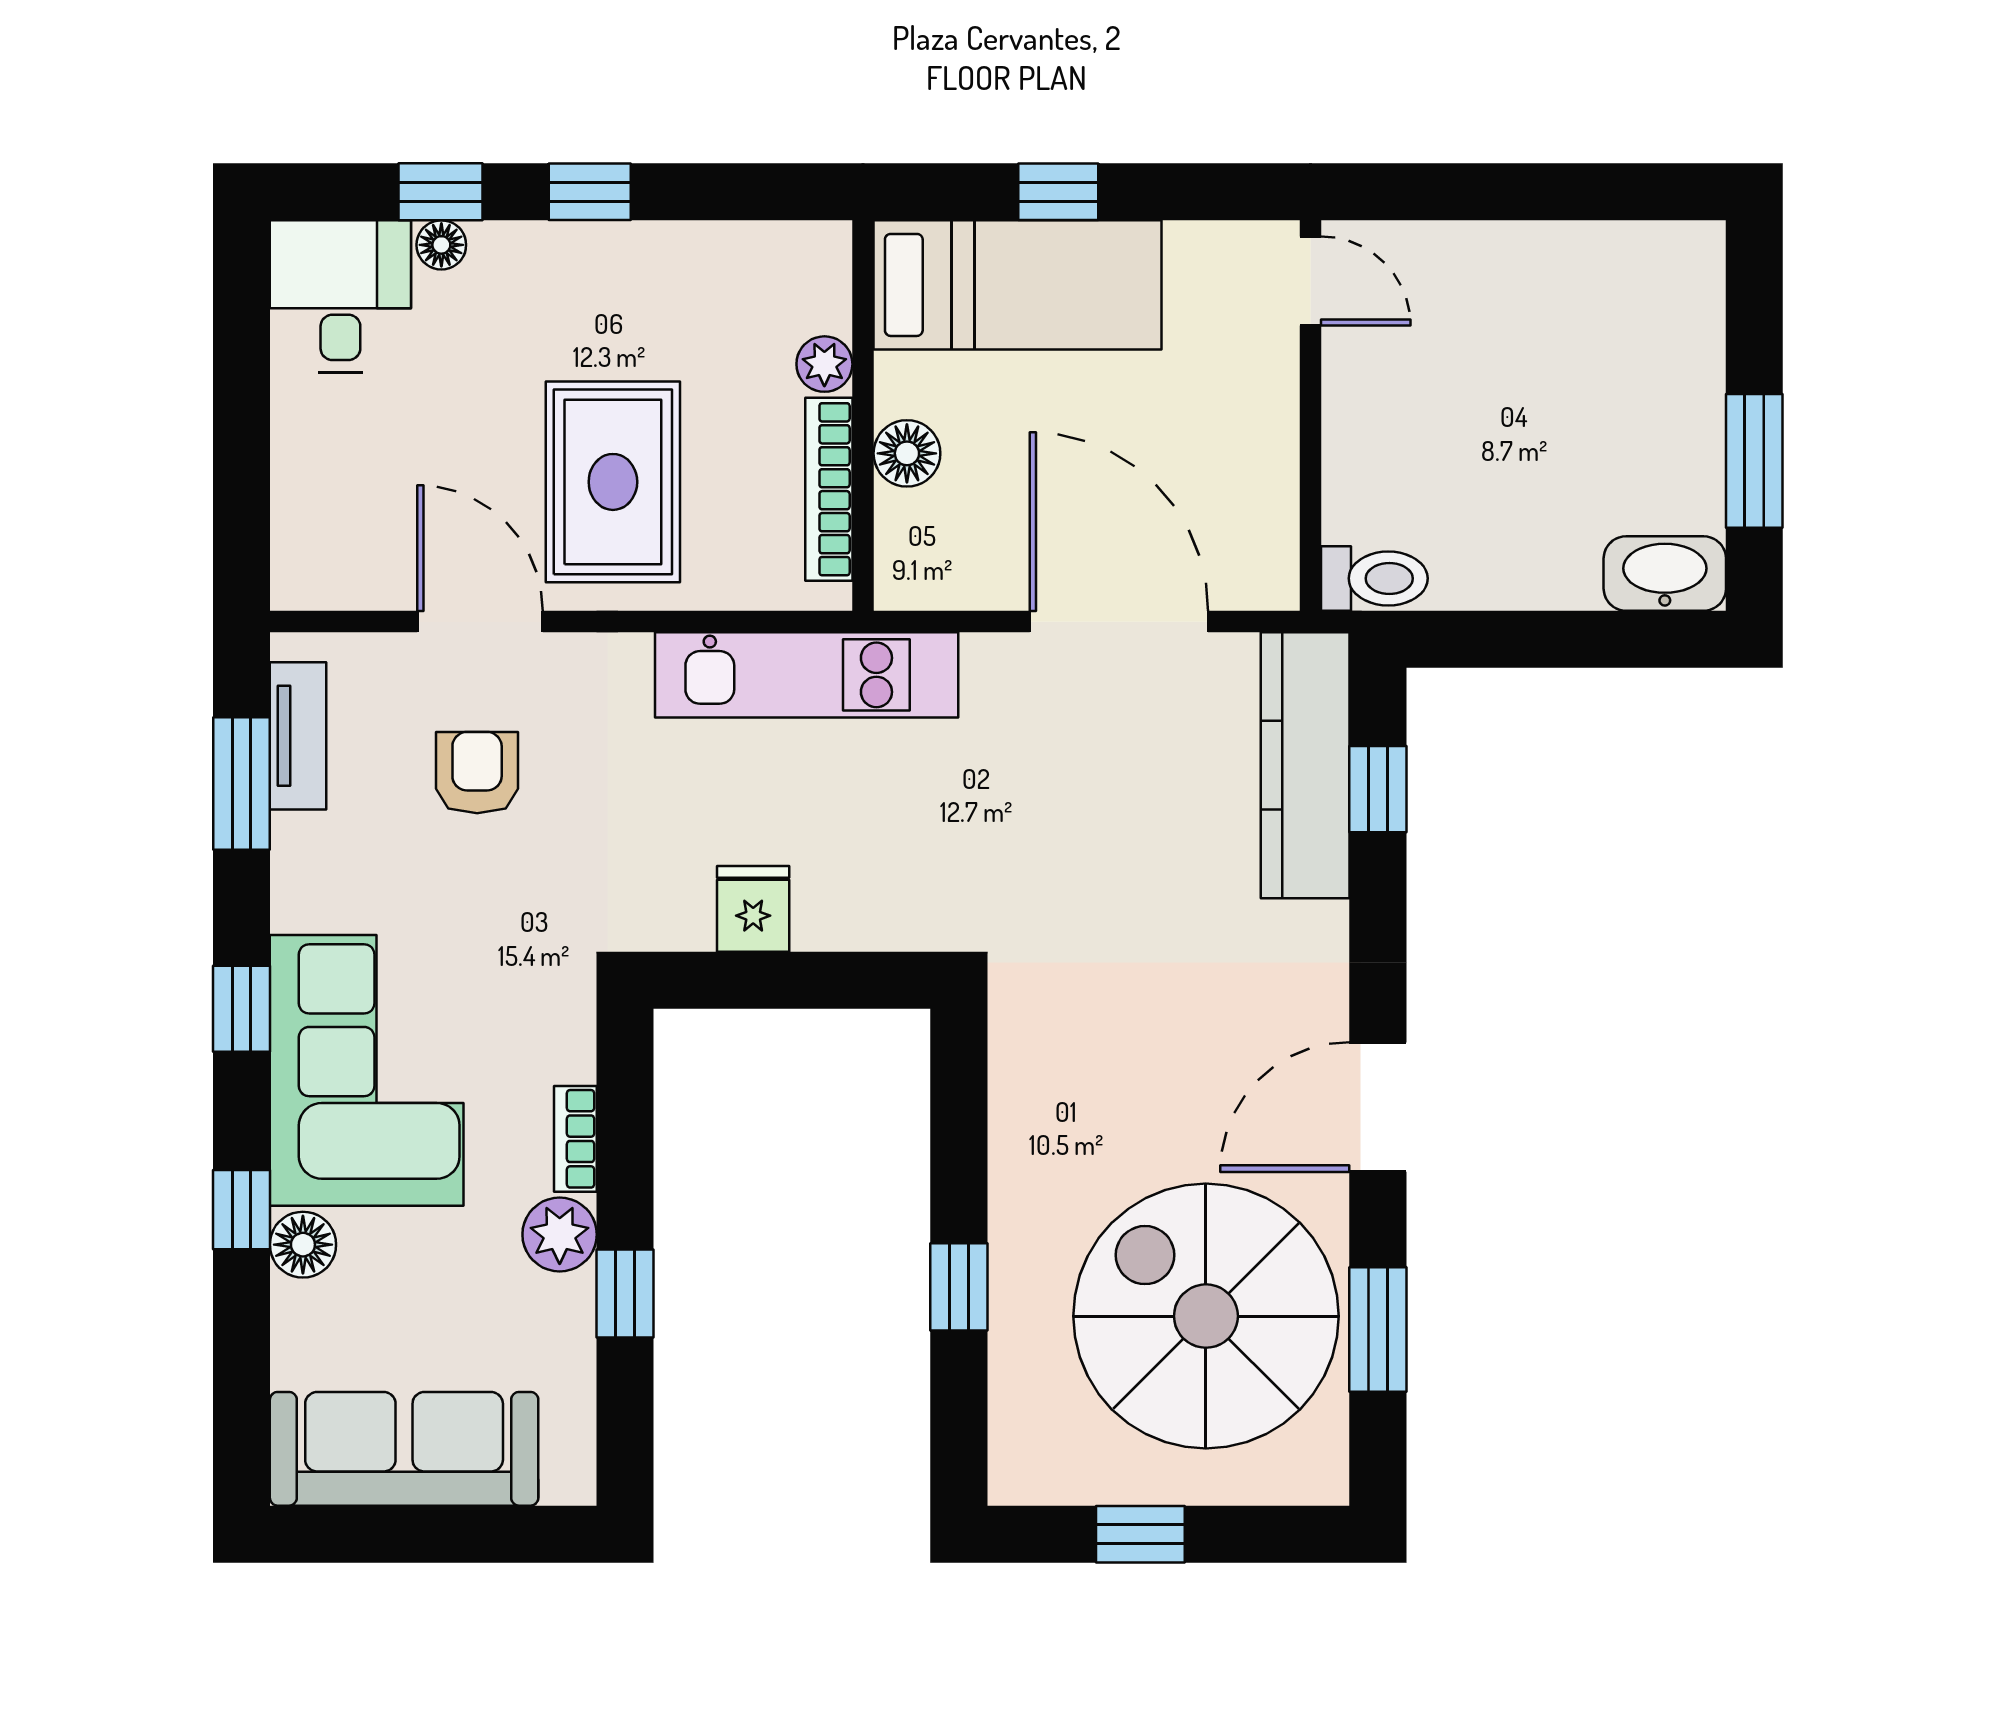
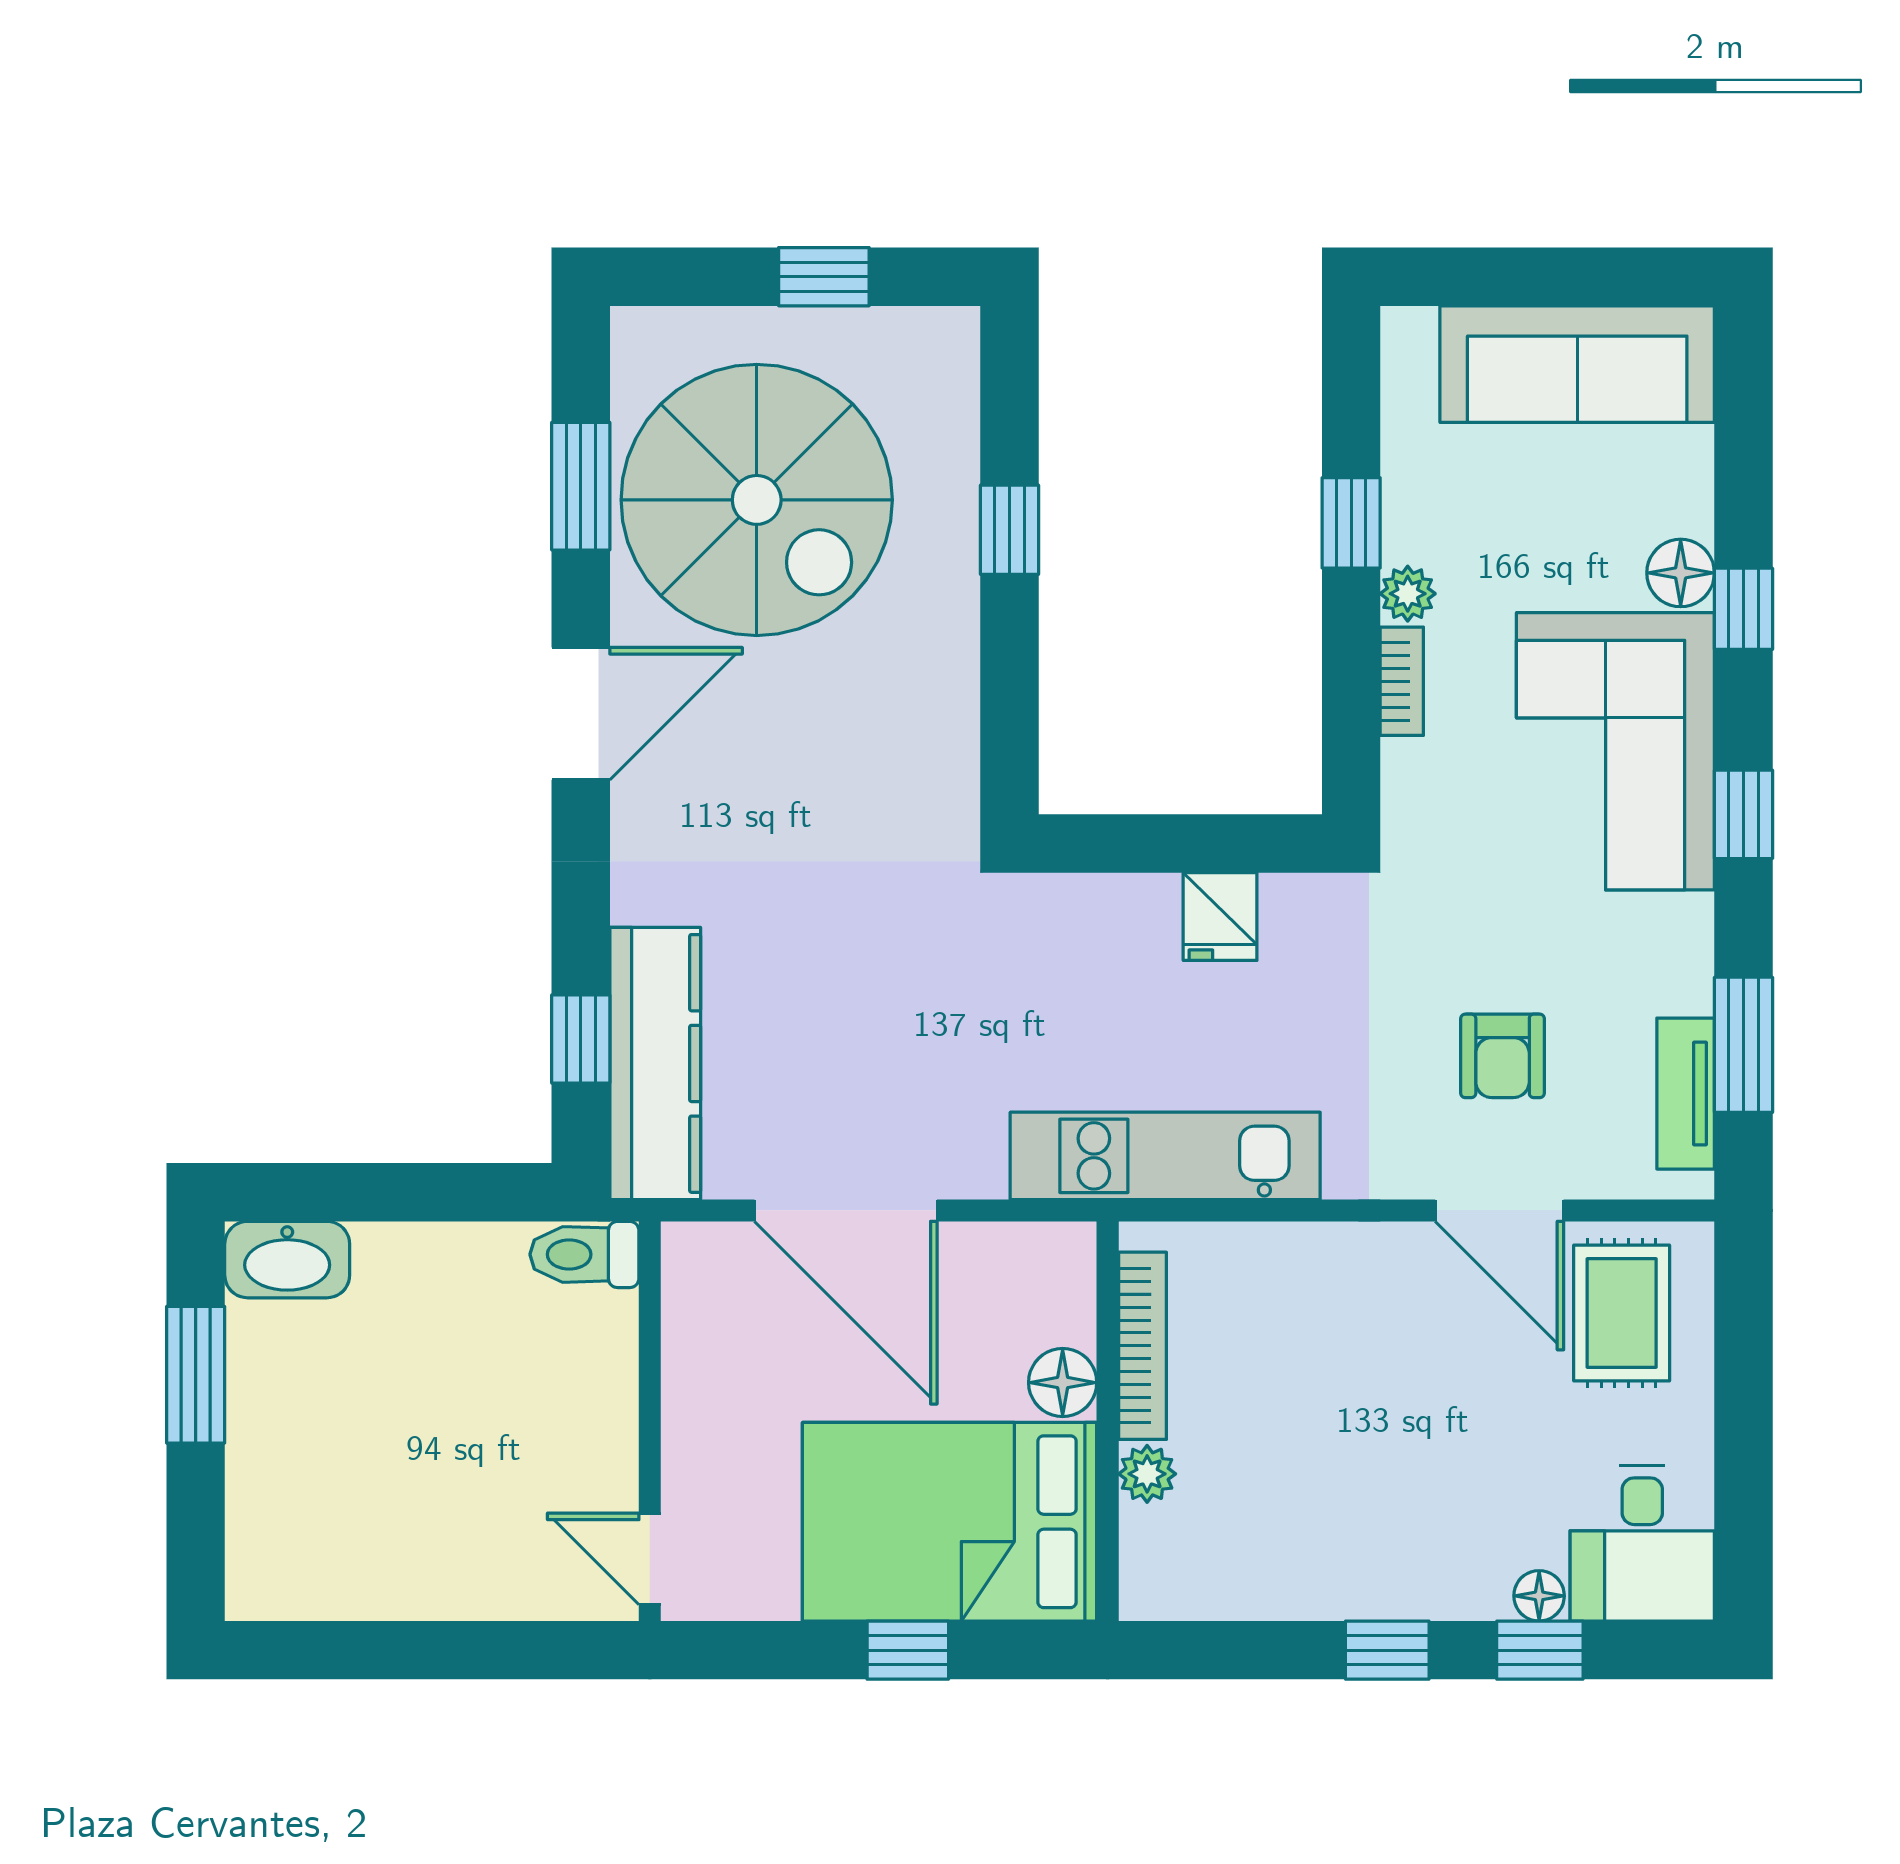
bed: (1017, 285) -> (950, 1522), width x1.50
rug: (613, 482) -> (1622, 1313), moved, width x0.73, depth x0.70
plant: (560, 1234) -> (1408, 594), width x0.73, depth x0.73

